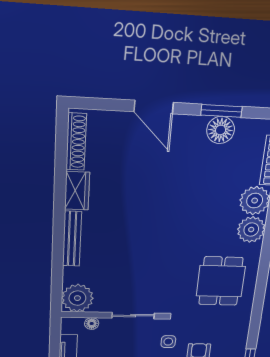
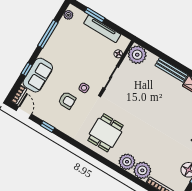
dining table: (221, 281) -> (106, 133), turned 90

